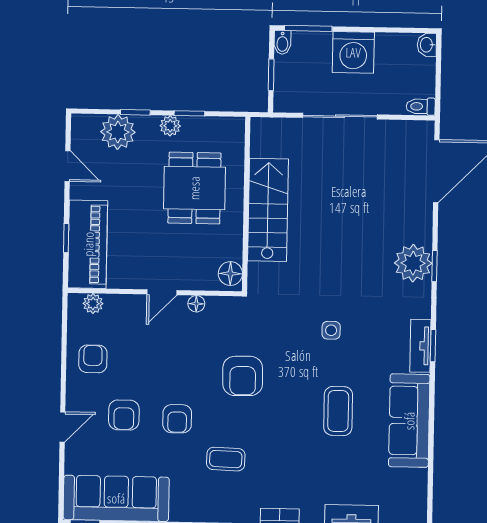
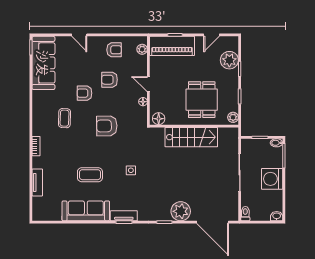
plant: (170, 126) -> (233, 117), moved
dining table: (194, 188) -> (202, 100), turned 90
plant: (413, 263) -> (181, 211), moved
armchair: (124, 415) -> (110, 80), moved

